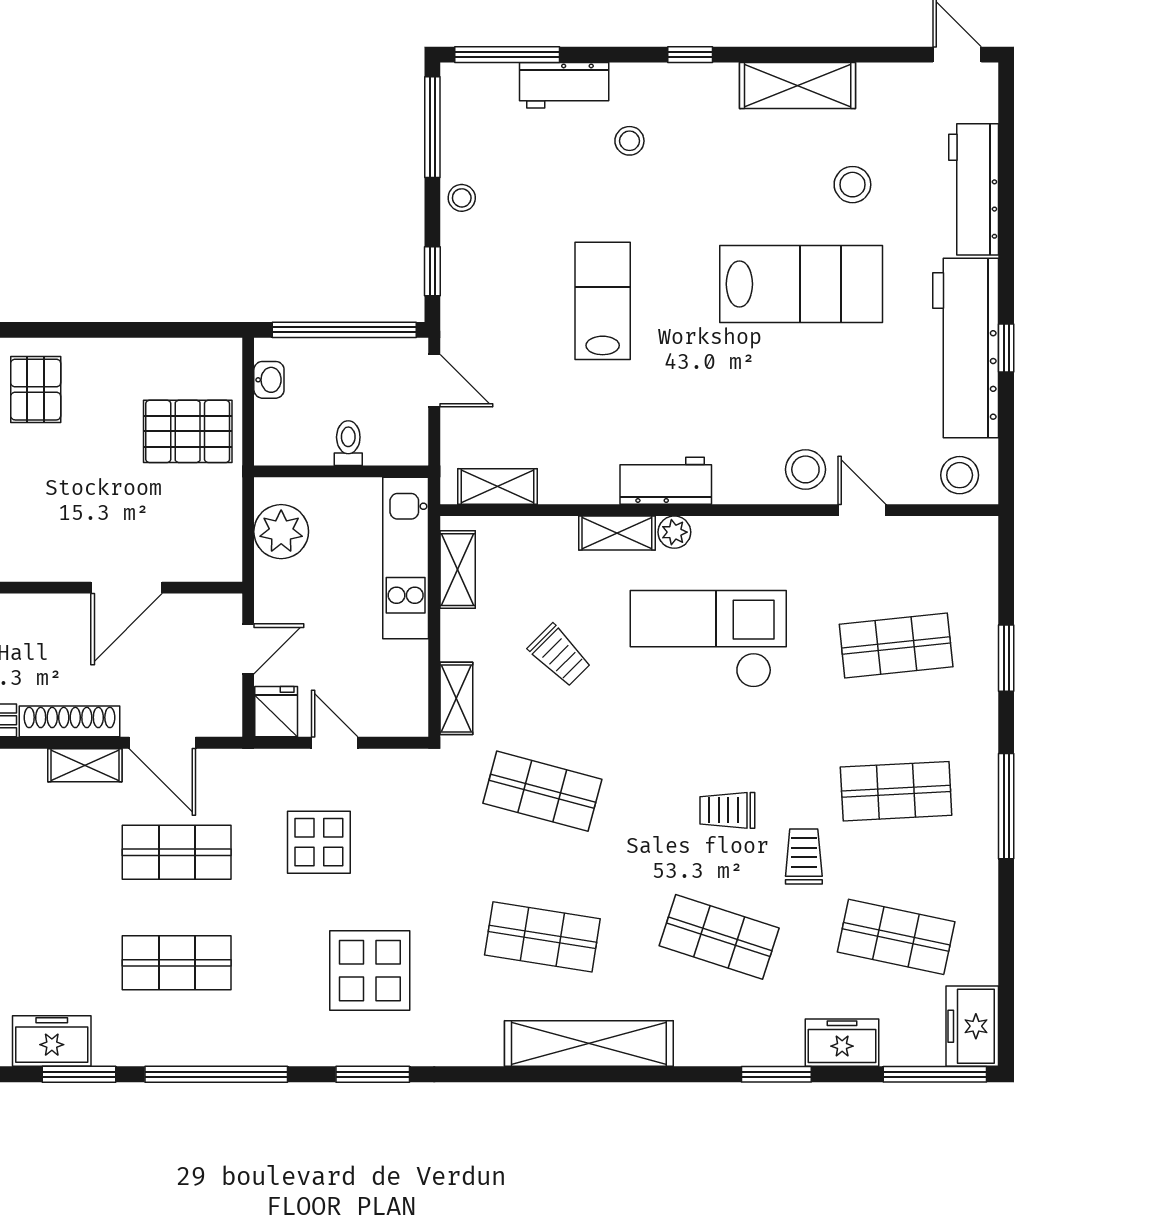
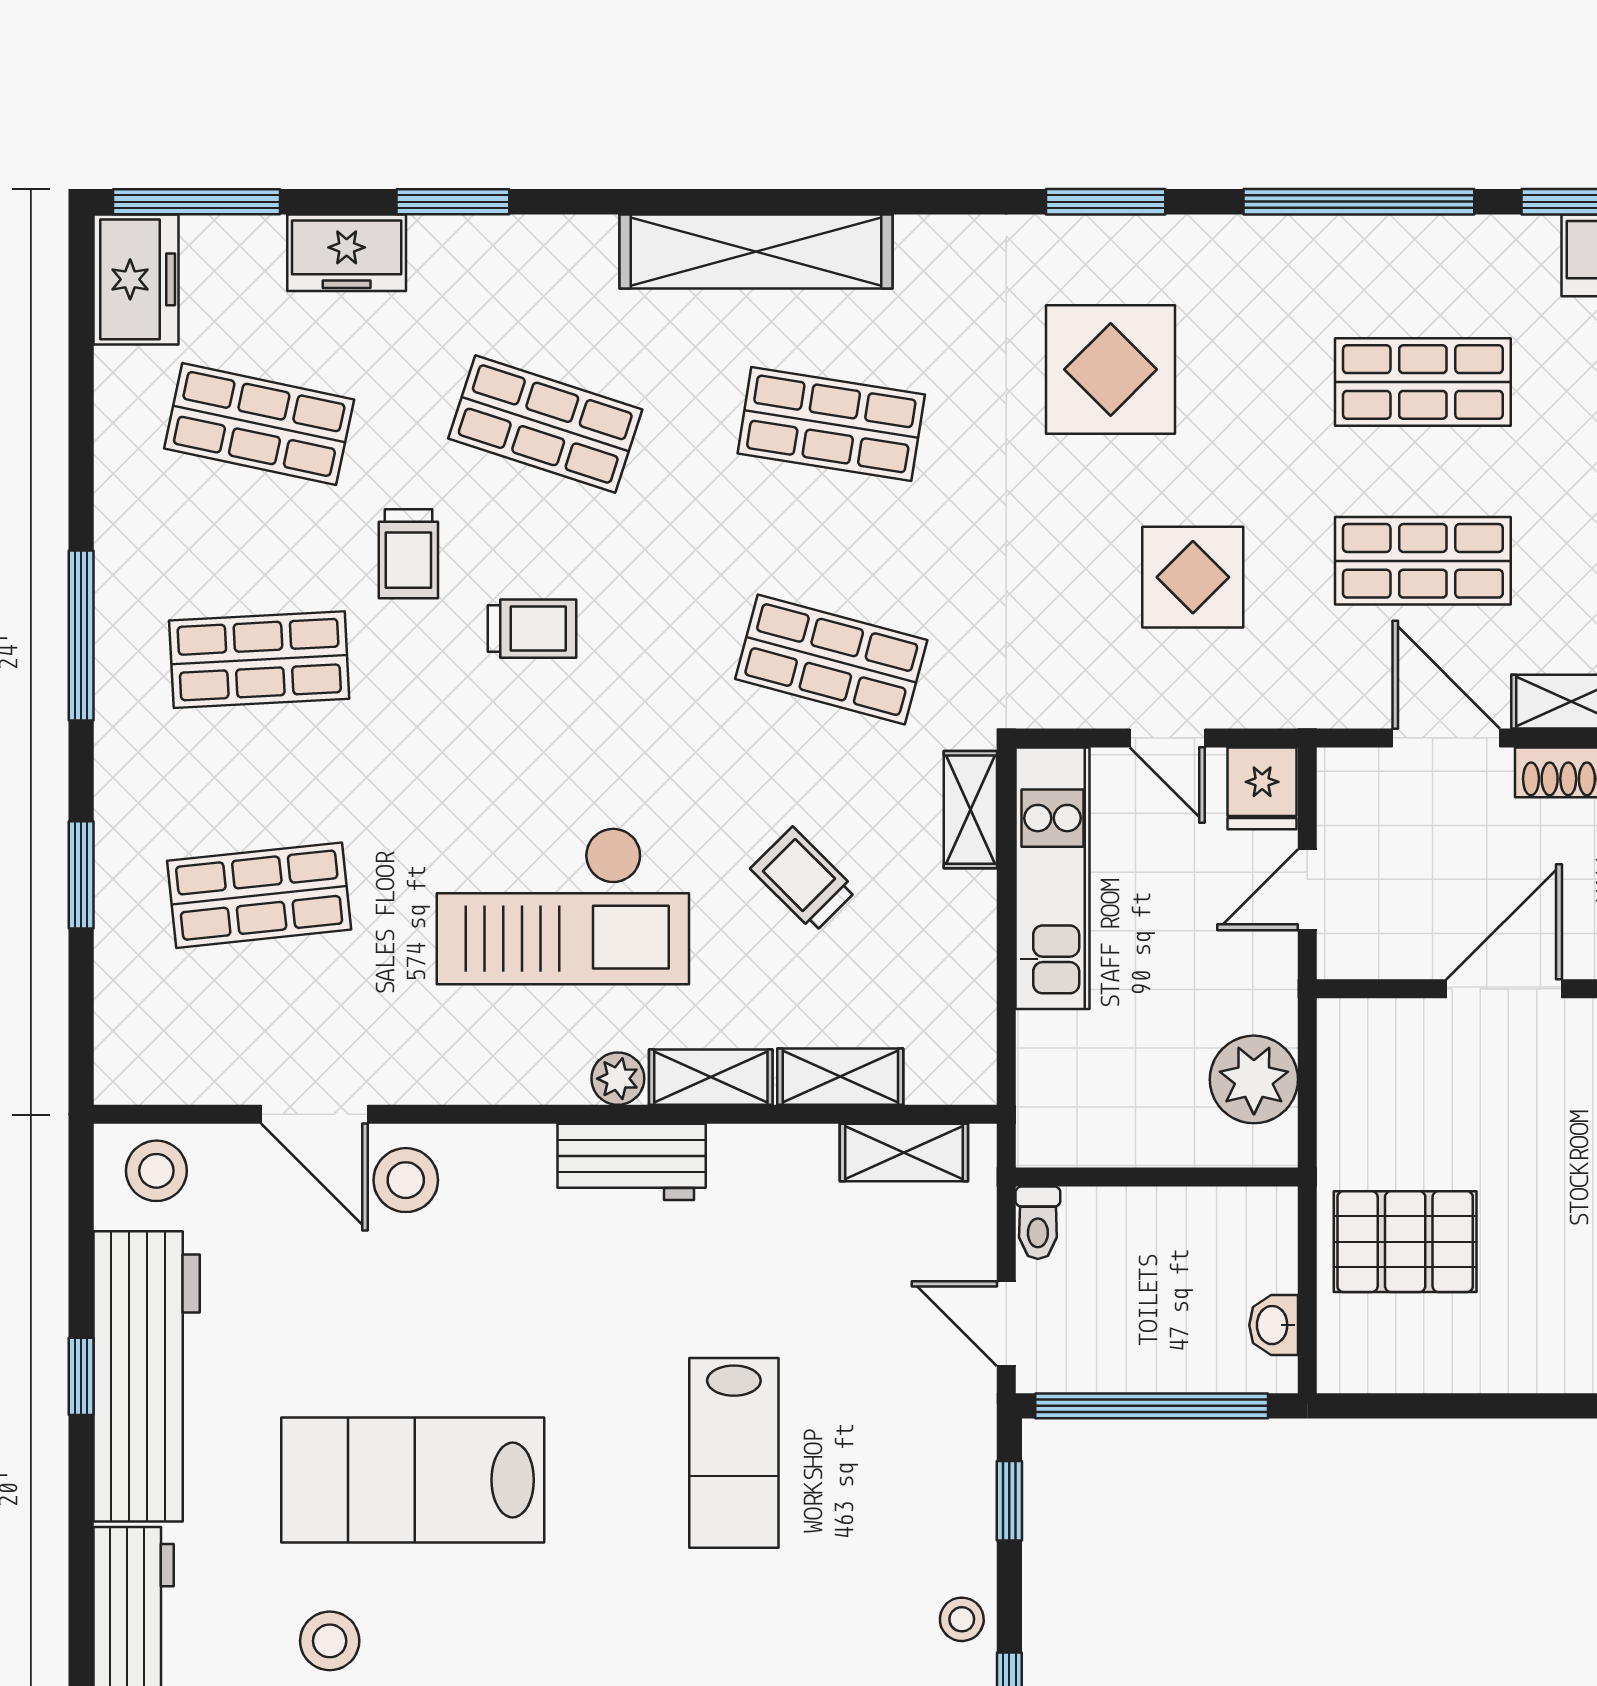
toilet: (348, 443) -> (1038, 1223), moved
door: (862, 510) -> (315, 1114), width x1.38
kitchen unit: (406, 558) -> (1052, 878), moved
shelving: (458, 570) -> (840, 1077), moved, turned 90

